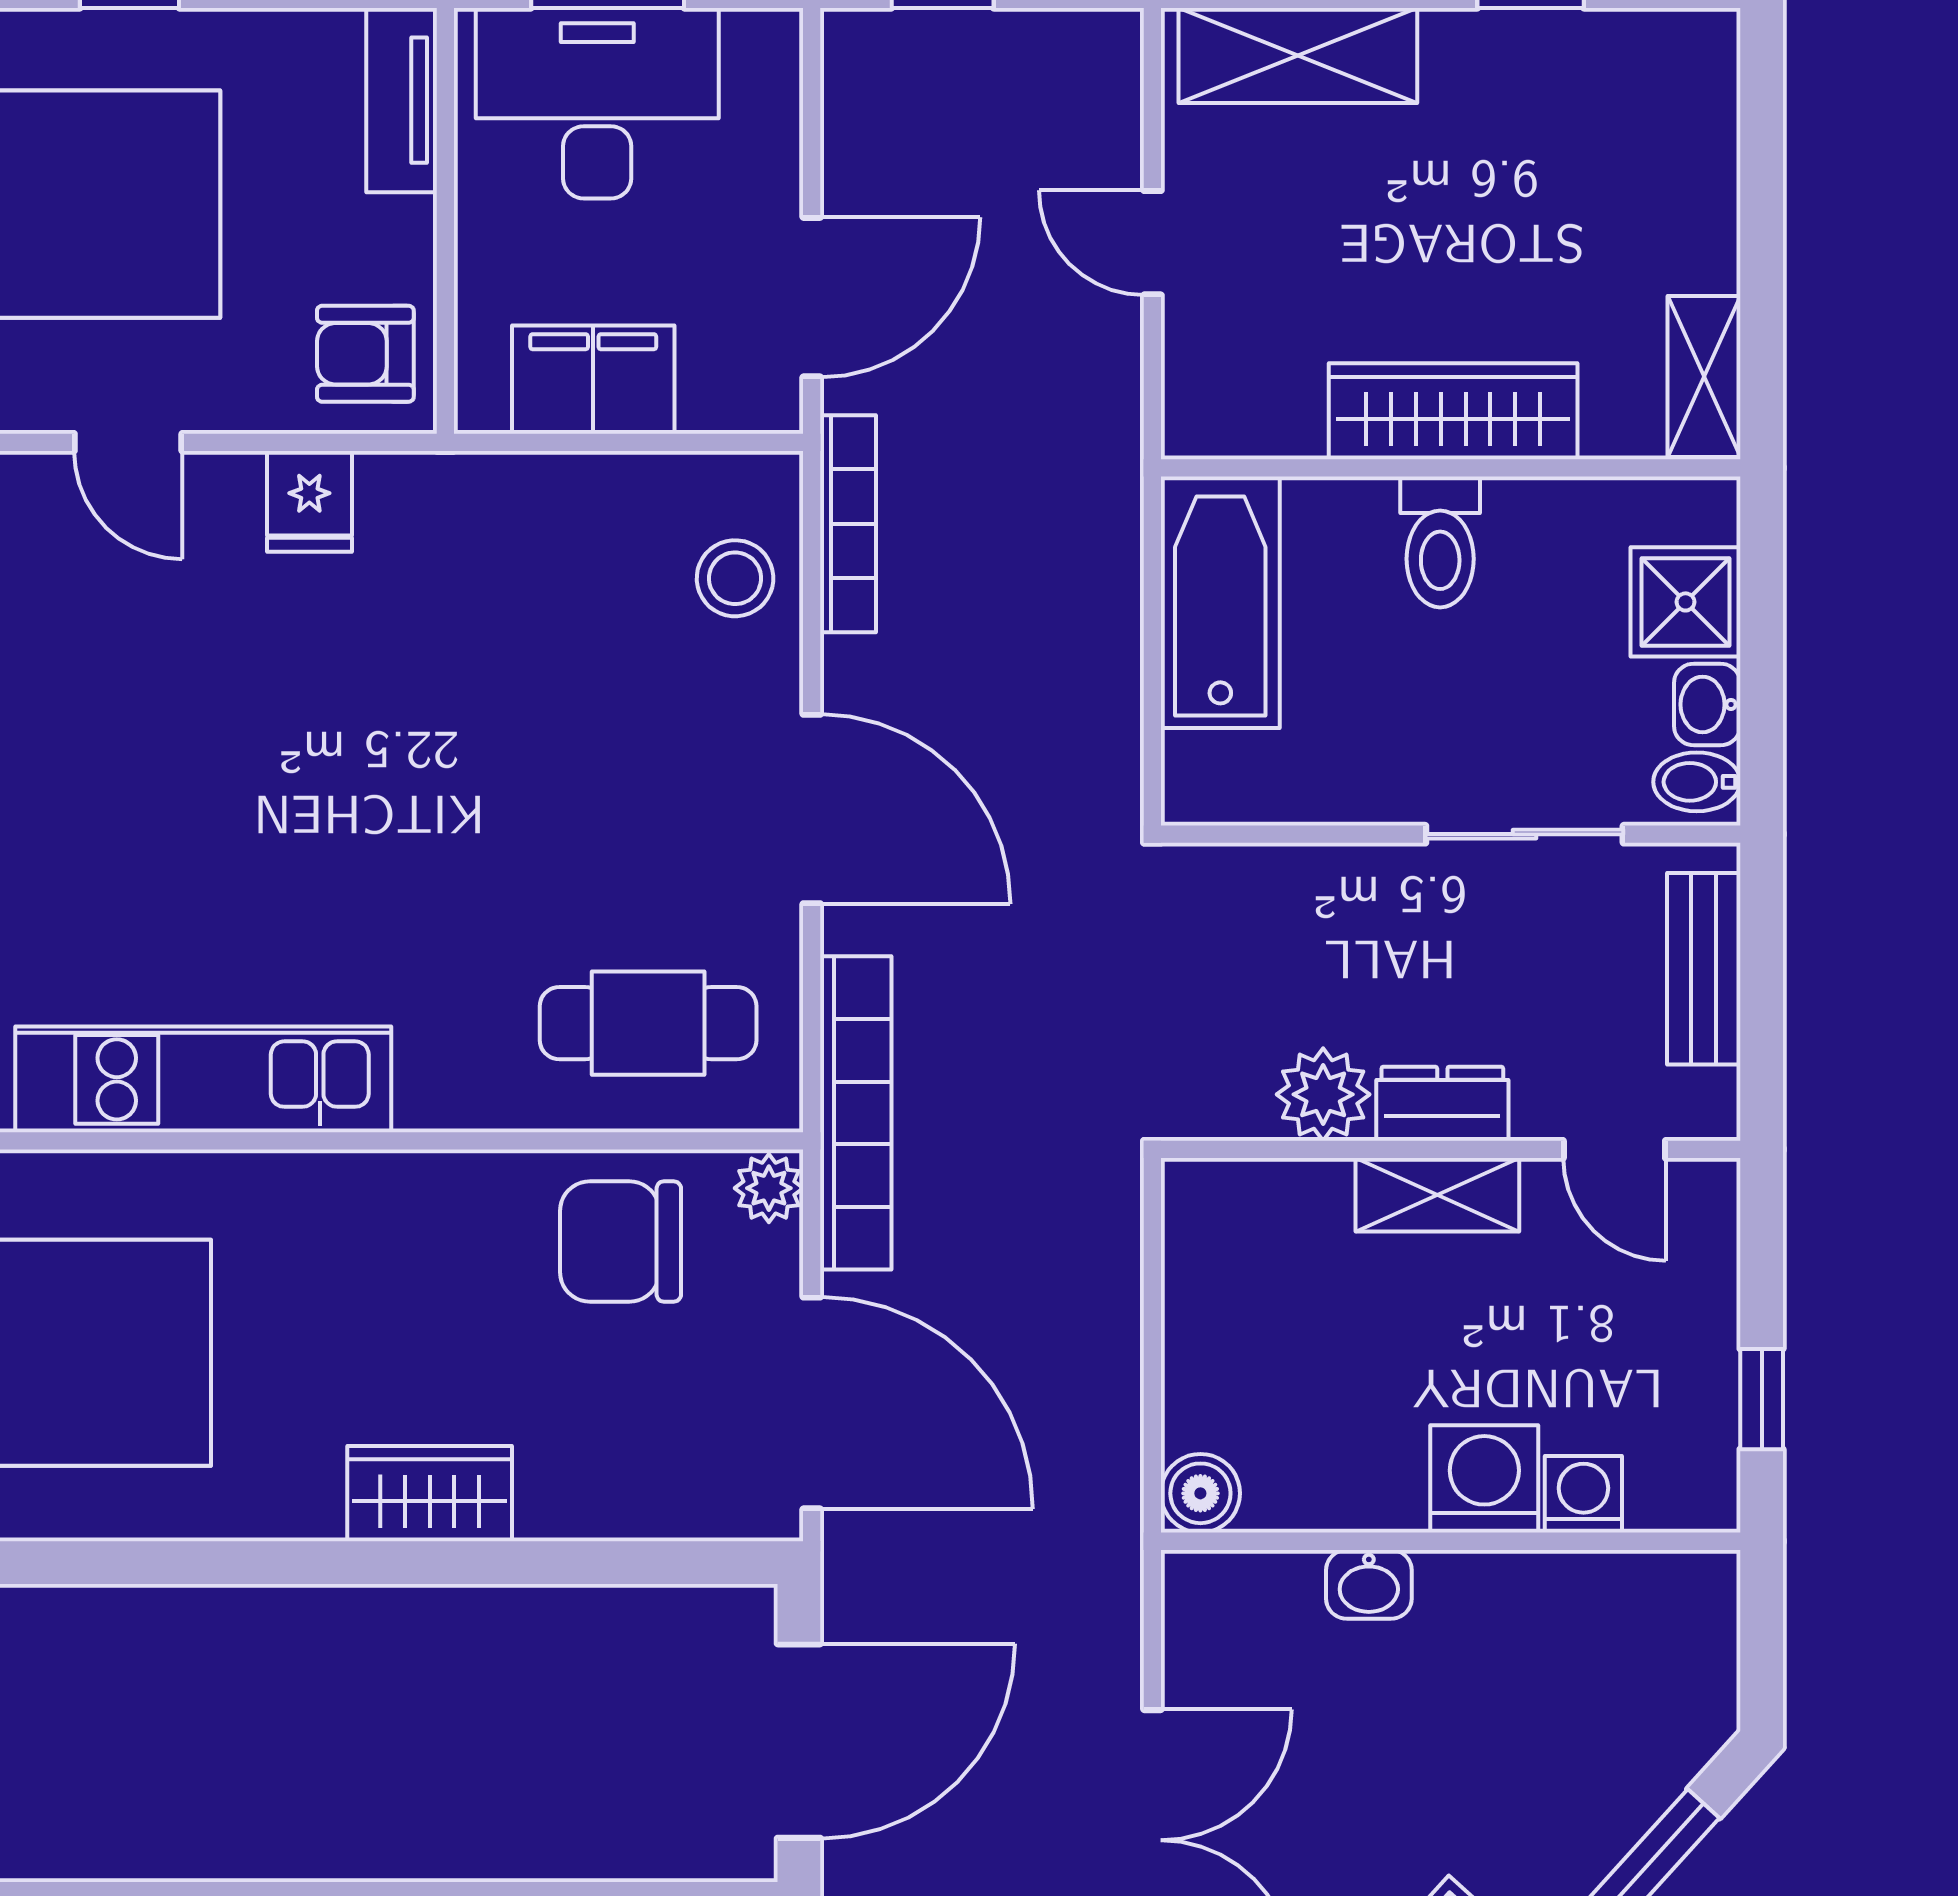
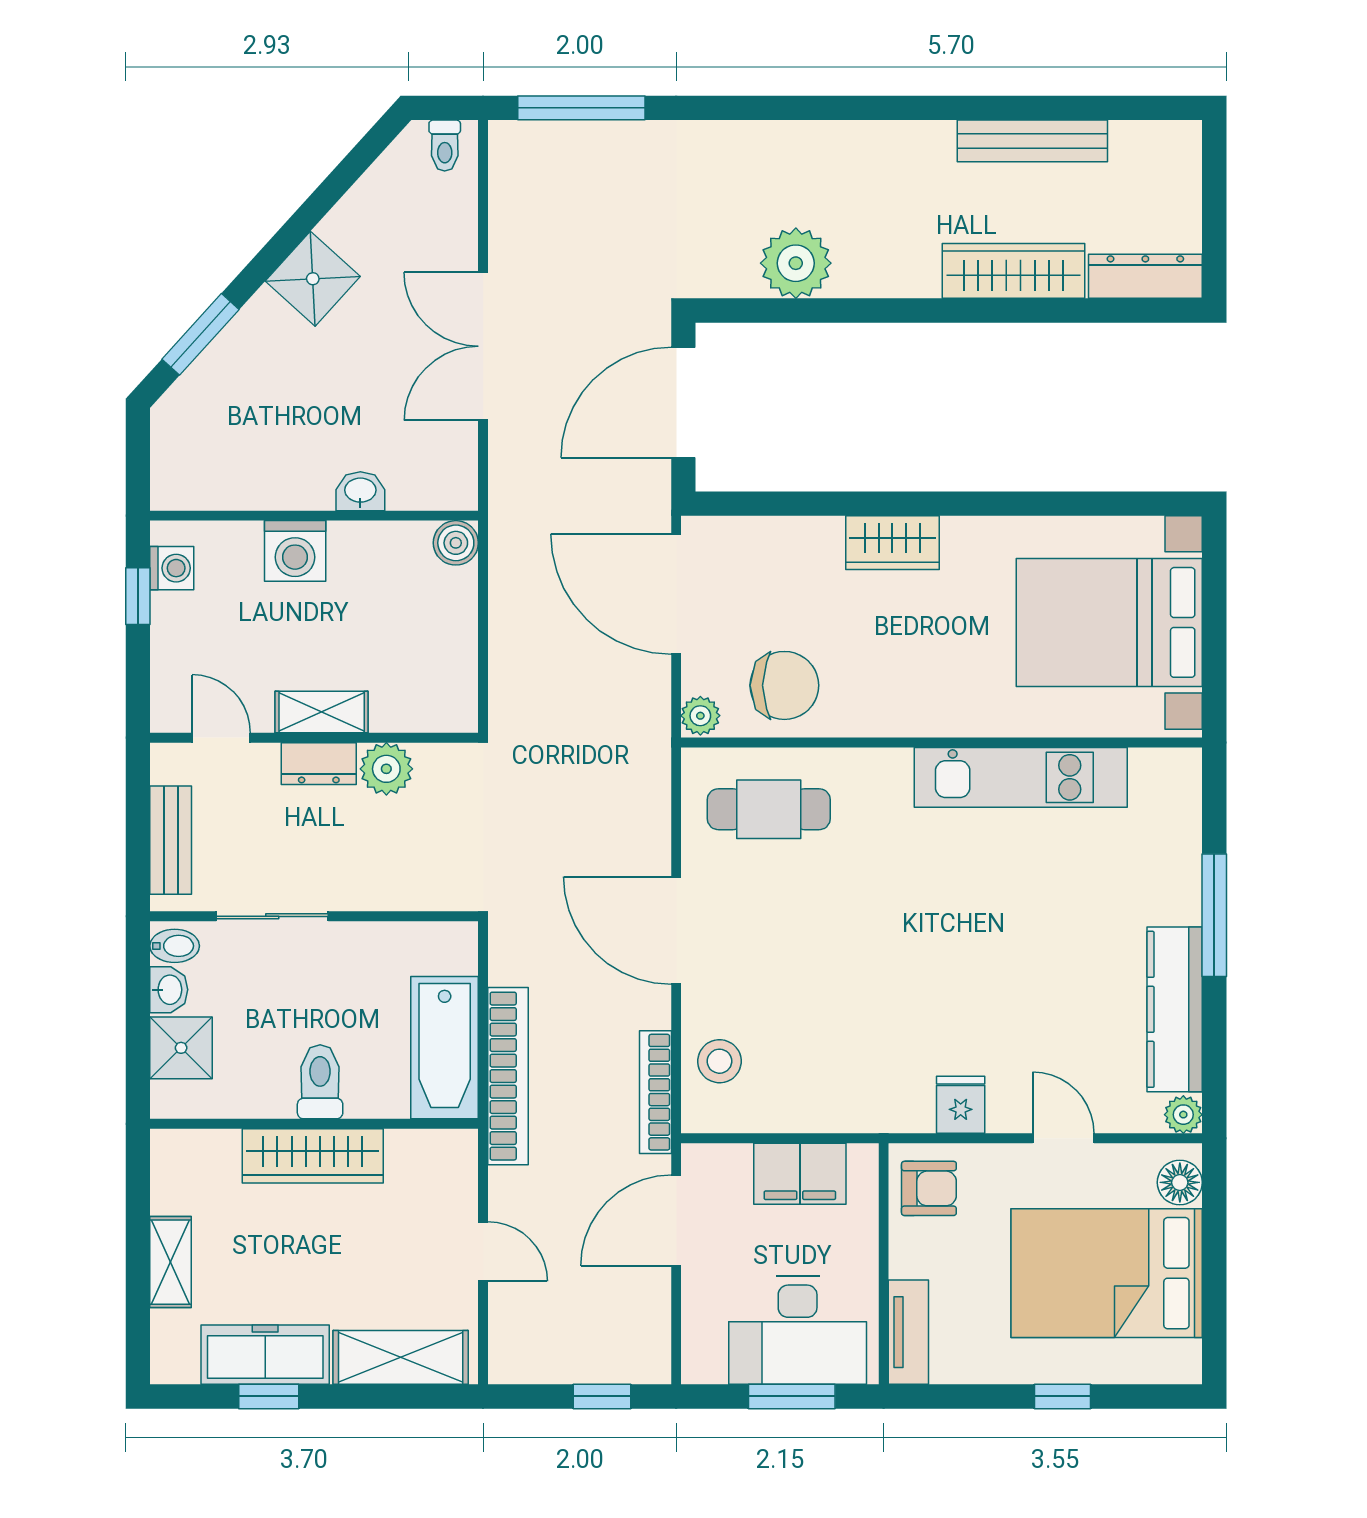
freezer: (1537, 60) -> (265, 1355), added
shelving: (1704, 376) -> (171, 1262), moved
bookcase: (856, 1113) -> (508, 1076), moved, turned 180
washing machine: (1583, 1494) -> (172, 568), moved, turned -90

